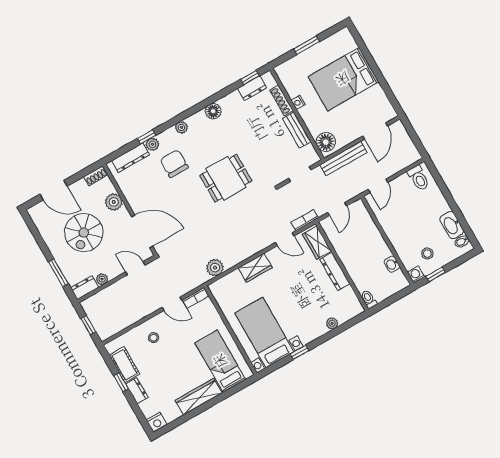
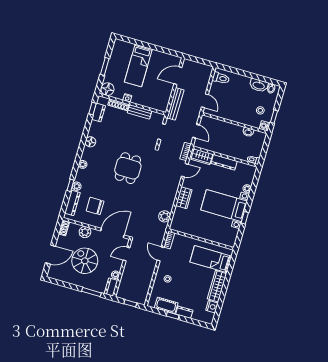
bed: (343, 79) -> (138, 65), width x0.67
door: (375, 131) -> (178, 76), swing flipped
floor lamp: (326, 142) -> (107, 89), moved
chair: (174, 164) -> (95, 206), moved
spiral stairs: (84, 233) -> (85, 261), turned 180
door: (172, 304) -> (161, 254), swing flipped
bed with nightstands: (264, 332) -> (224, 206), moved
nightstand: (157, 422) -> (212, 307), moved

